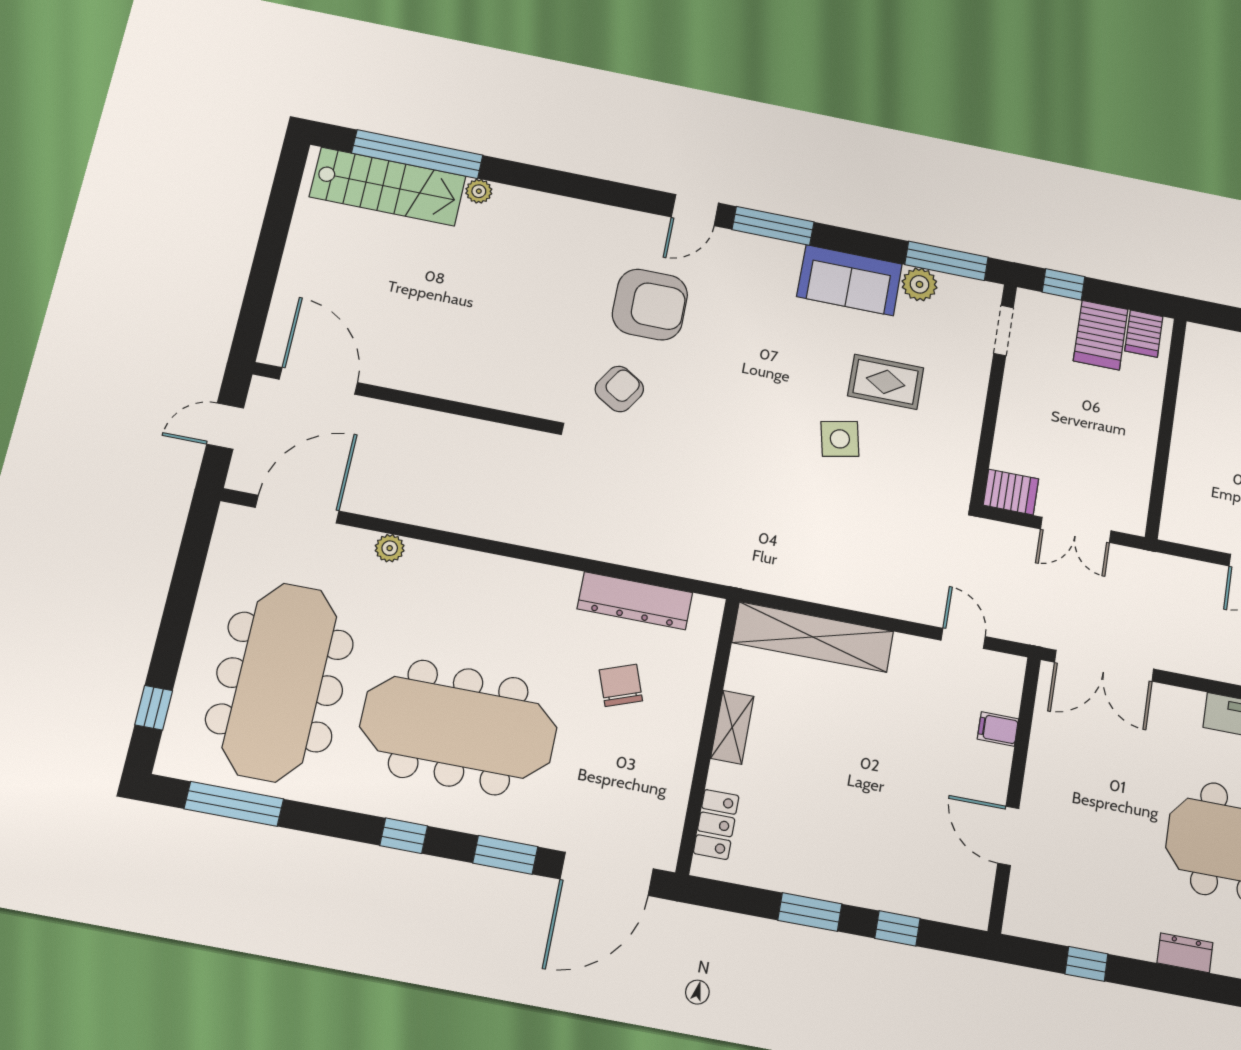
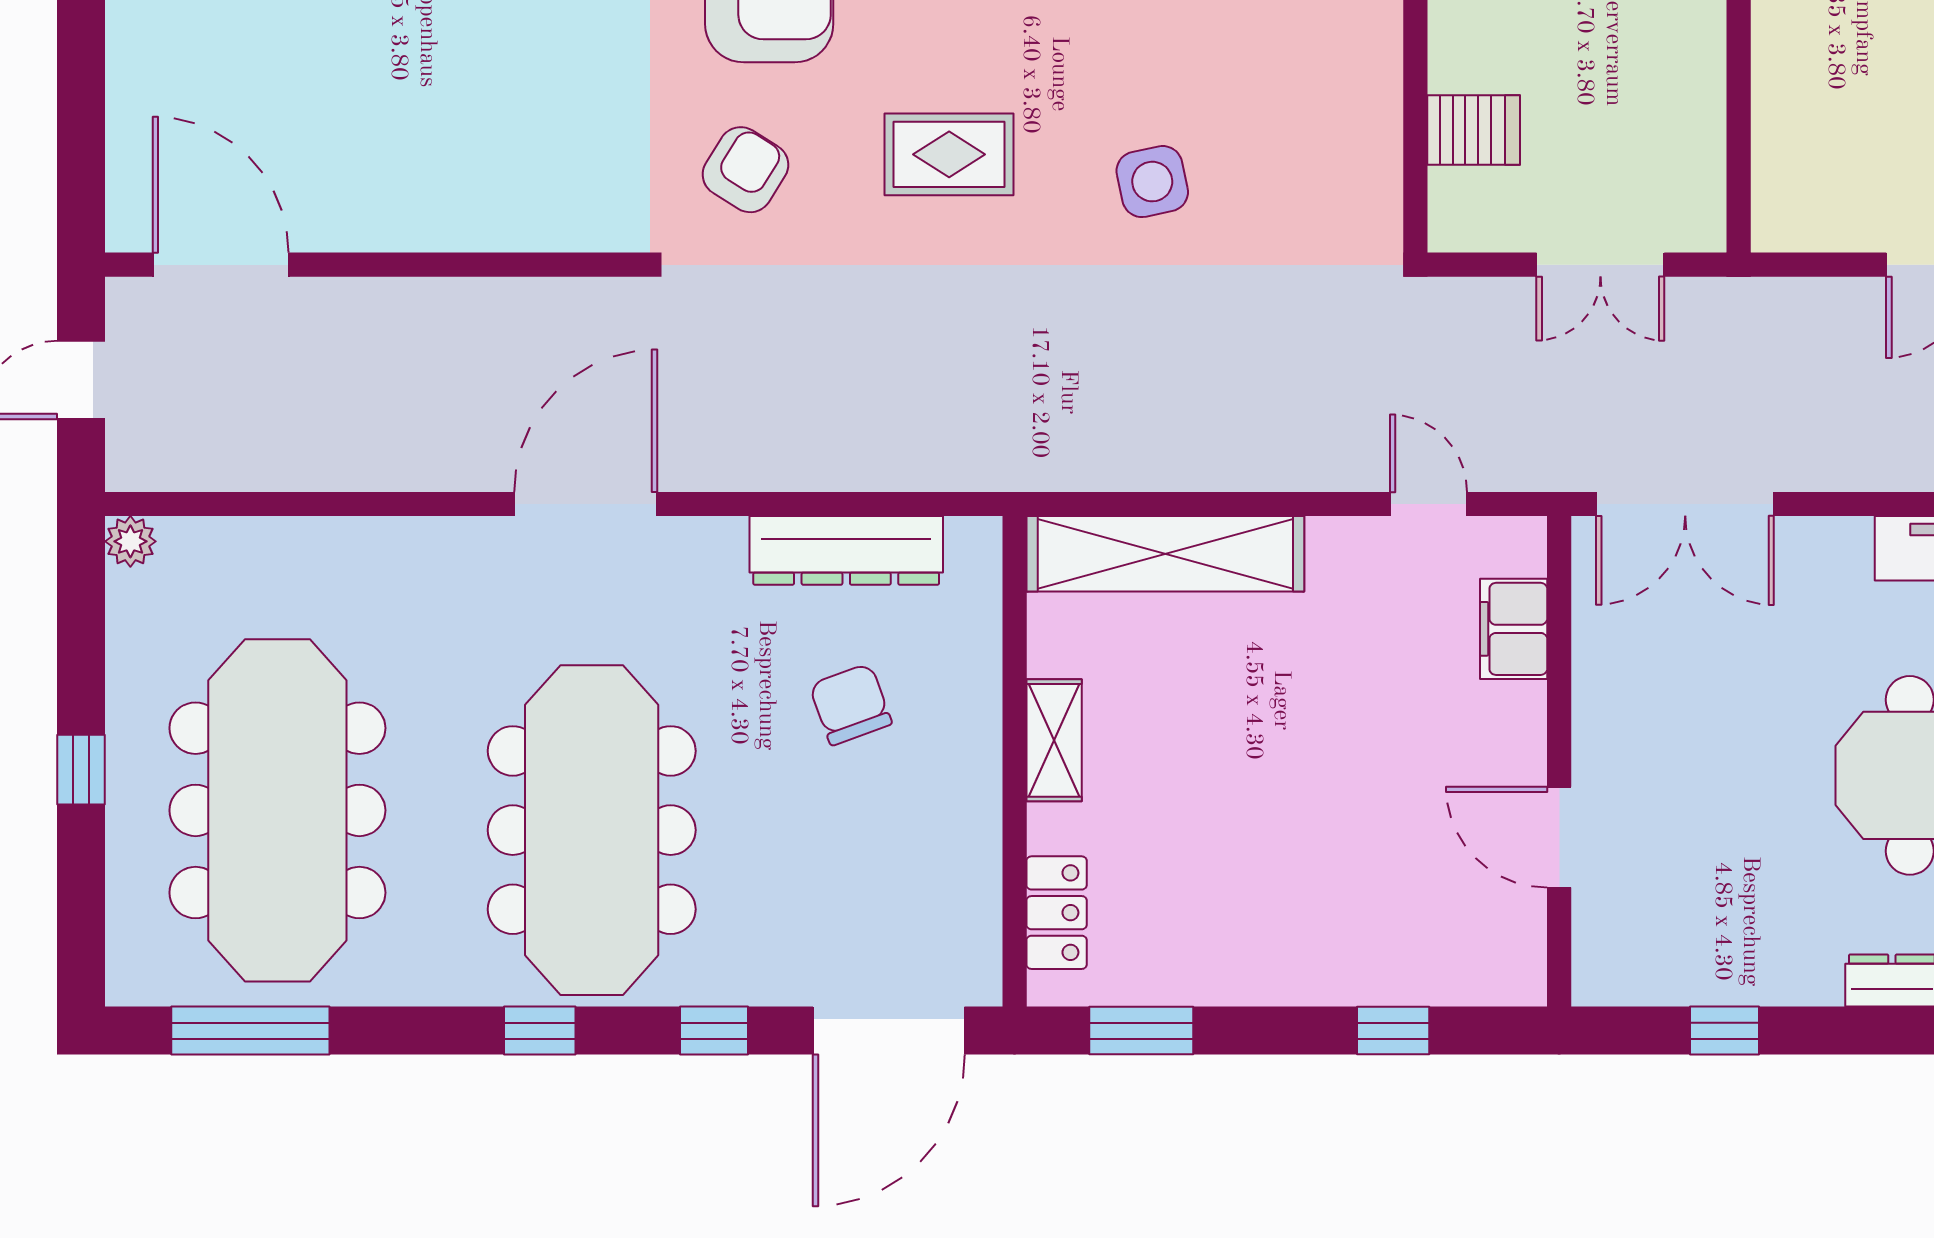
rug: (886, 382) -> (949, 154), moved
server rack: (1011, 492) -> (1474, 130), moved
door: (297, 509) -> (586, 504), moved
plant: (390, 548) -> (130, 541), moved
window: (154, 708) -> (81, 770), moved
meeting table: (459, 727) -> (592, 830), turned 90
filing cabinet: (998, 729) -> (1514, 629), width x2.00
window: (505, 855) -> (714, 1031), width x0.67
window: (810, 912) -> (1141, 1031), moved

